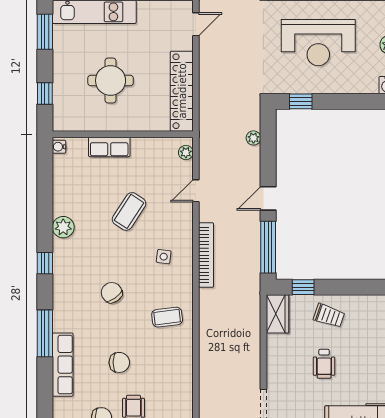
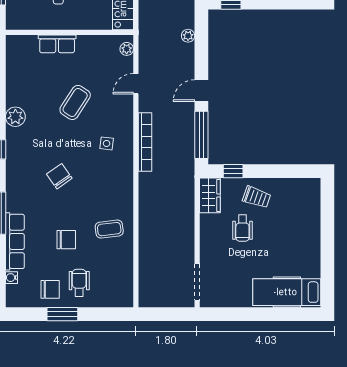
water cooler: (59, 147) -> (12, 278), moved
coffee table: (167, 317) -> (109, 229), moved
wheelchair: (324, 364) -> (242, 228), moved

